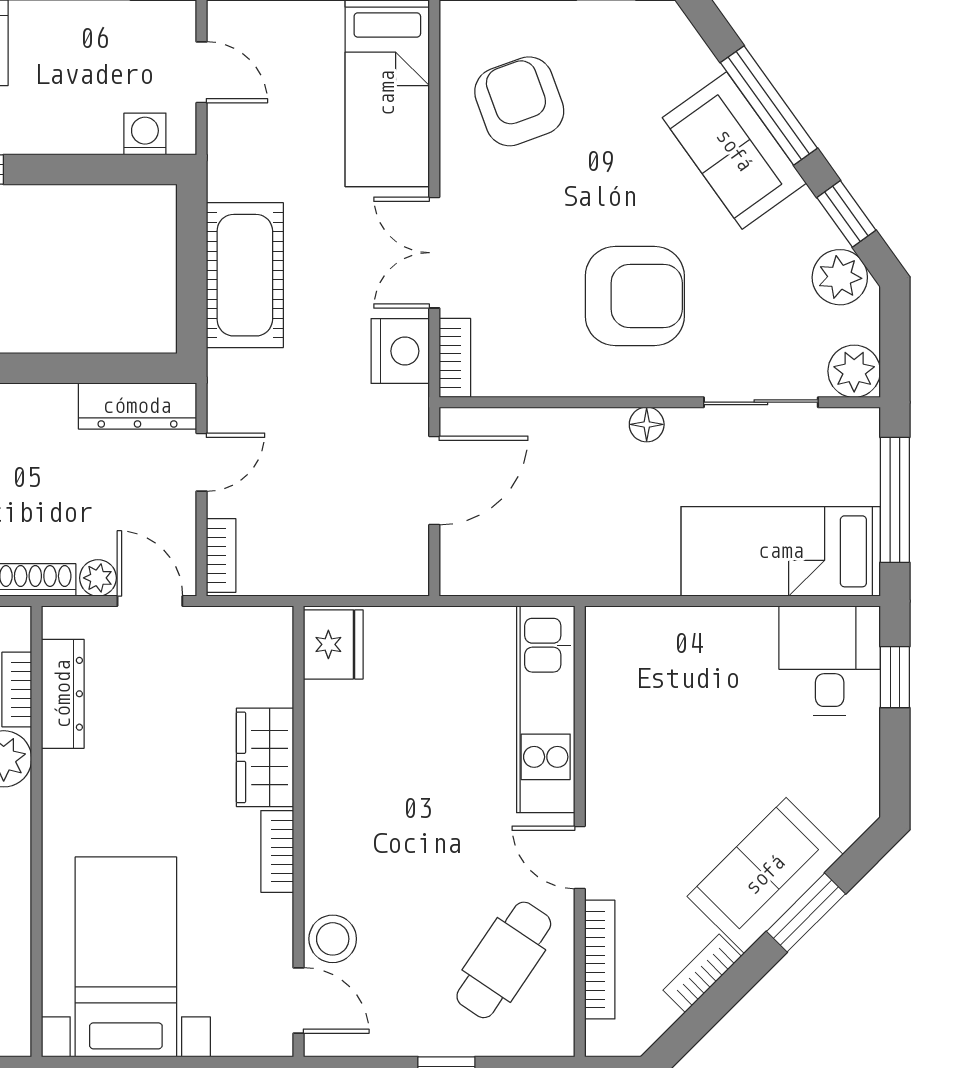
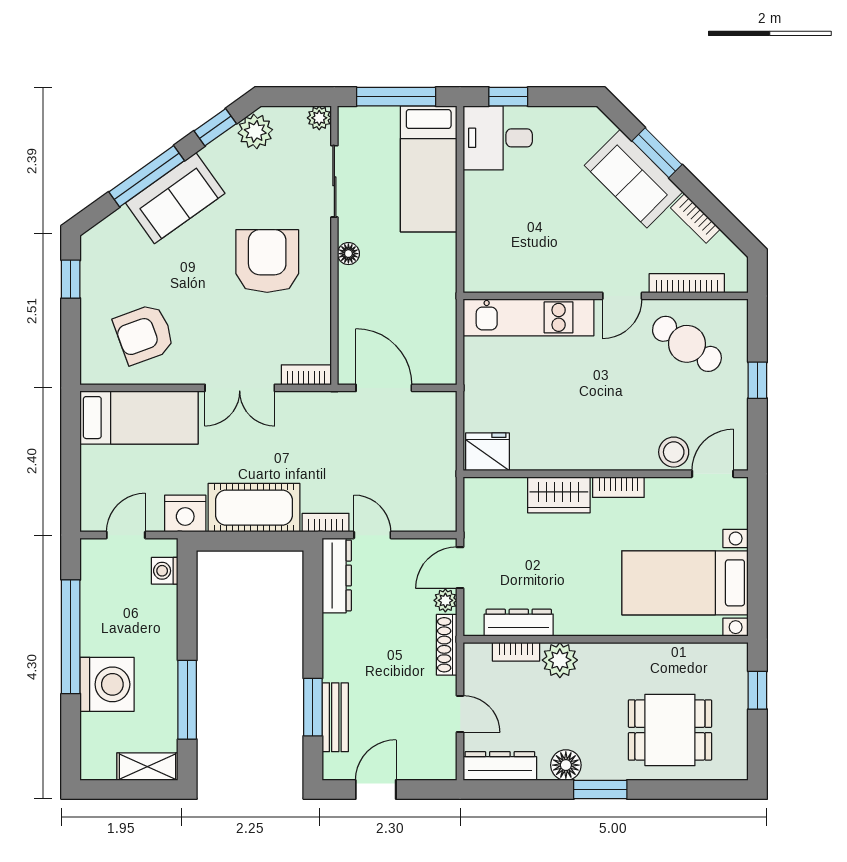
nightstand: (400, 351) -> (185, 514), moved, turned 180
plant: (854, 371) -> (319, 118), width x0.73, depth x0.73
bookcase: (221, 556) -> (326, 523), moved

